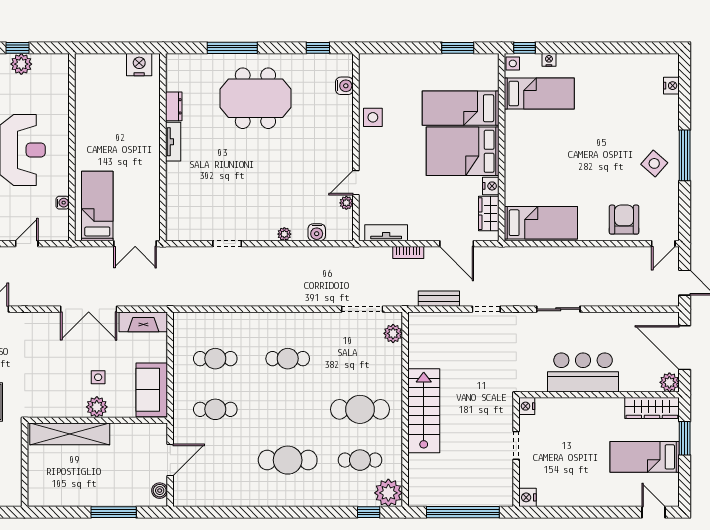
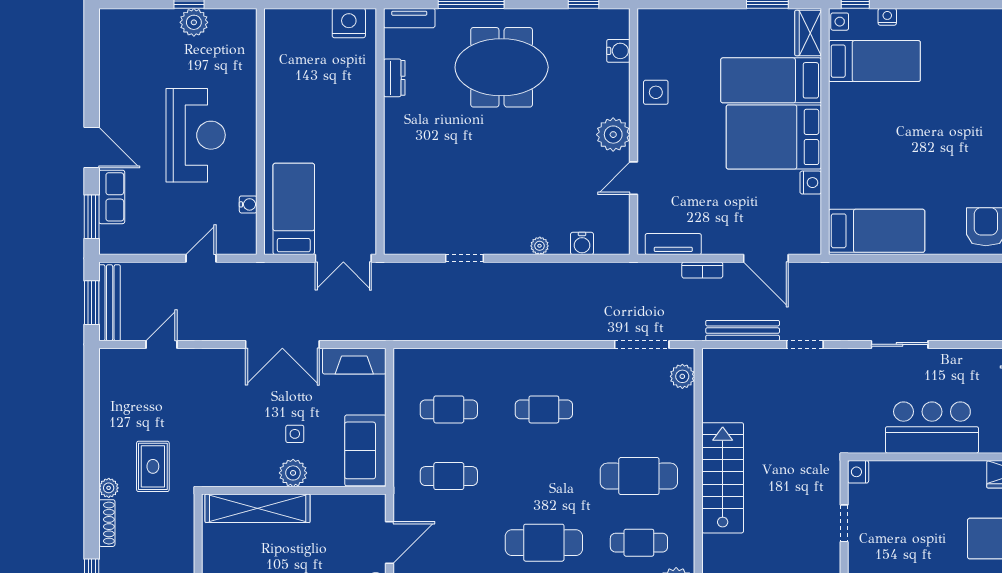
tv unit: (173, 142) -> (409, 18), moved, turned 90
plant: (346, 203) -> (613, 135), moved, width x1.88, depth x1.88
wardrobe: (489, 214) -> (808, 33), moved
bench: (439, 299) -> (743, 331), width x1.36

